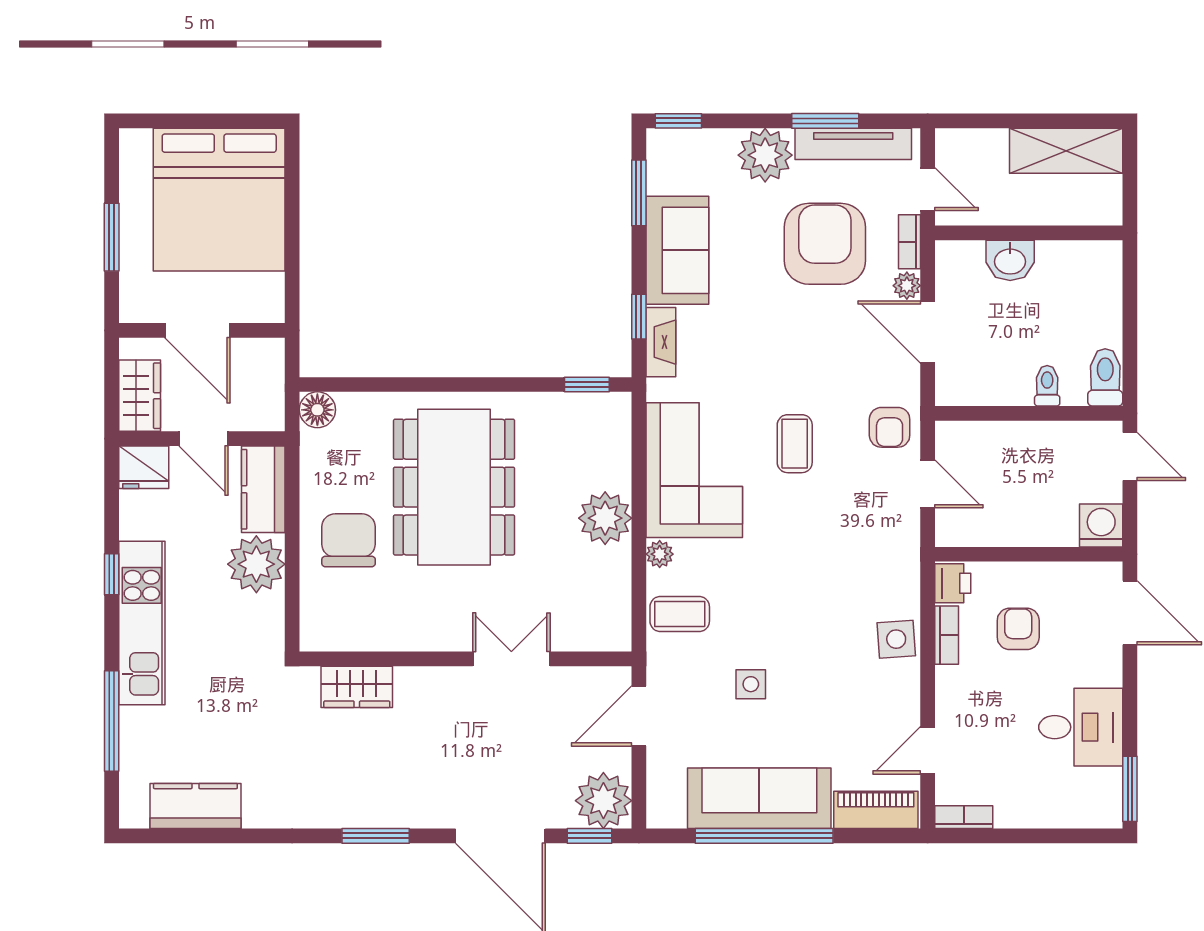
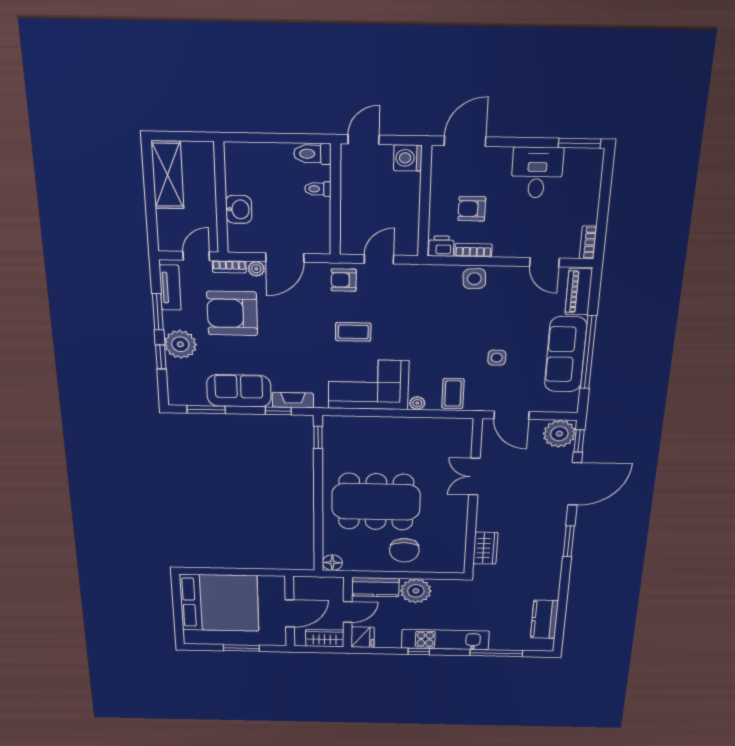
window: (678, 121) -> (161, 357), moved
tv unit: (853, 144) -> (170, 288), width x0.71
armchair: (890, 427) -> (344, 280), turned 180
plant: (605, 518) -> (395, 430), removed
chair: (349, 540) -> (404, 550), turned -90

